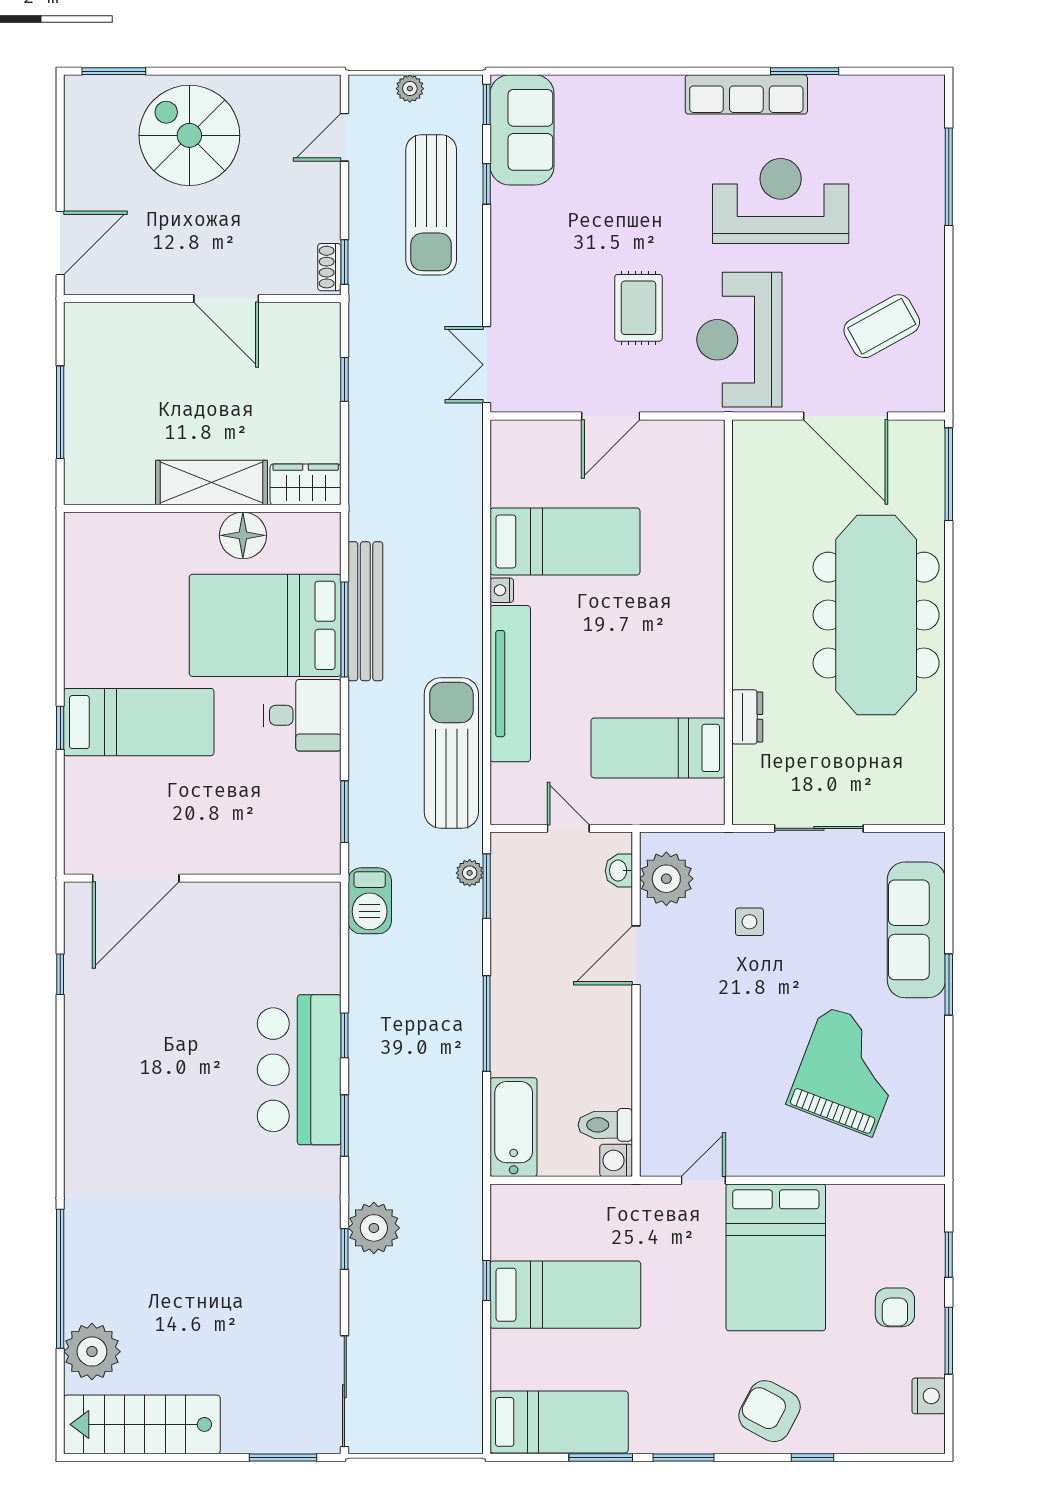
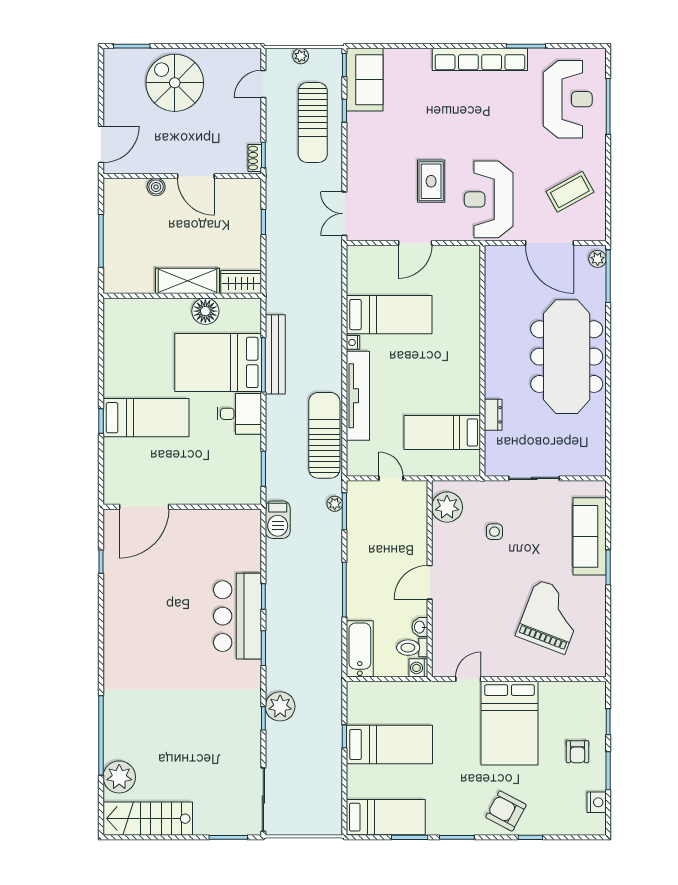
row of seats: (746, 94) -> (480, 59), width x1.36
reception desk: (781, 201) -> (568, 99), moved, turned 90
boiler: (157, 318) -> (156, 187), added
plant: (930, 444) -> (598, 259), added
washbasin: (619, 871) -> (420, 627), moved
door: (636, 955) -> (430, 582), moved

